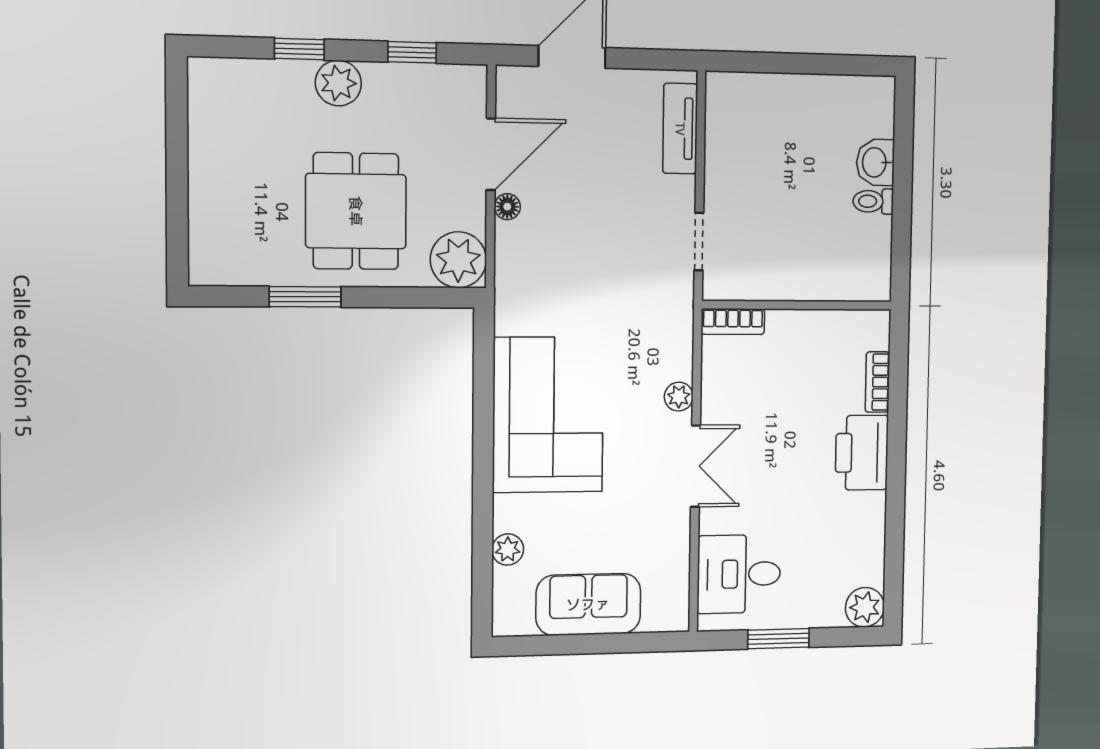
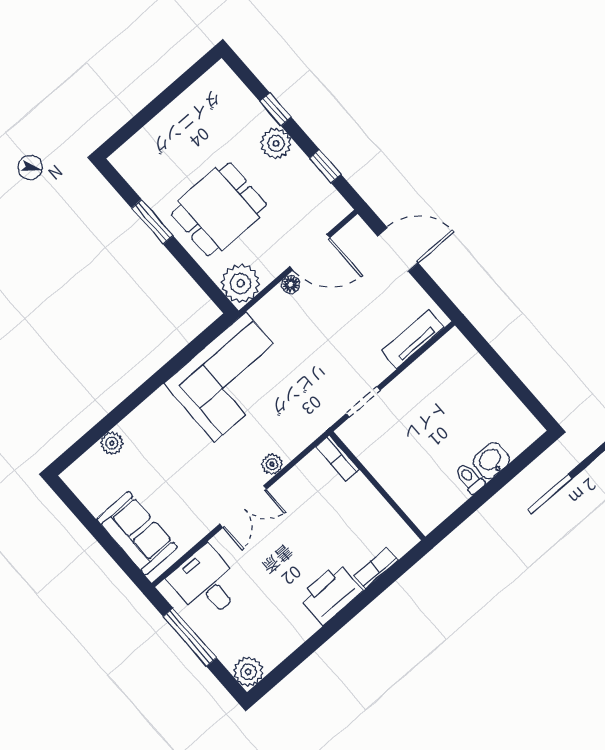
corner sofa: (548, 415) -> (230, 377), moved
sofa: (588, 604) -> (137, 533), moved
window: (778, 639) -> (190, 637), width x1.44

